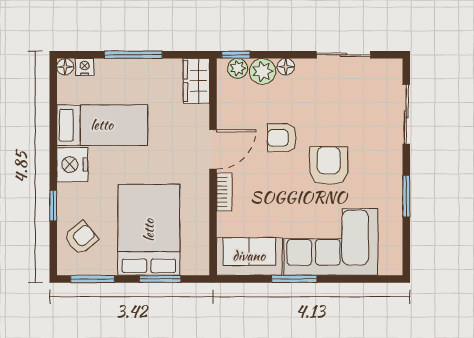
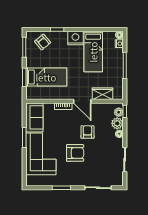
wardrobe: (196, 81) -> (102, 94), moved
bed: (149, 230) -> (46, 77), width x0.67

